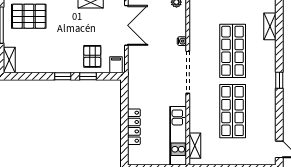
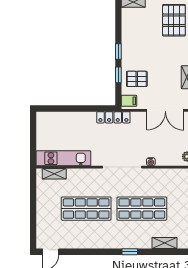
window: (279, 80) -> (130, 252), moved
locker: (134, 127) -> (113, 117), moved

